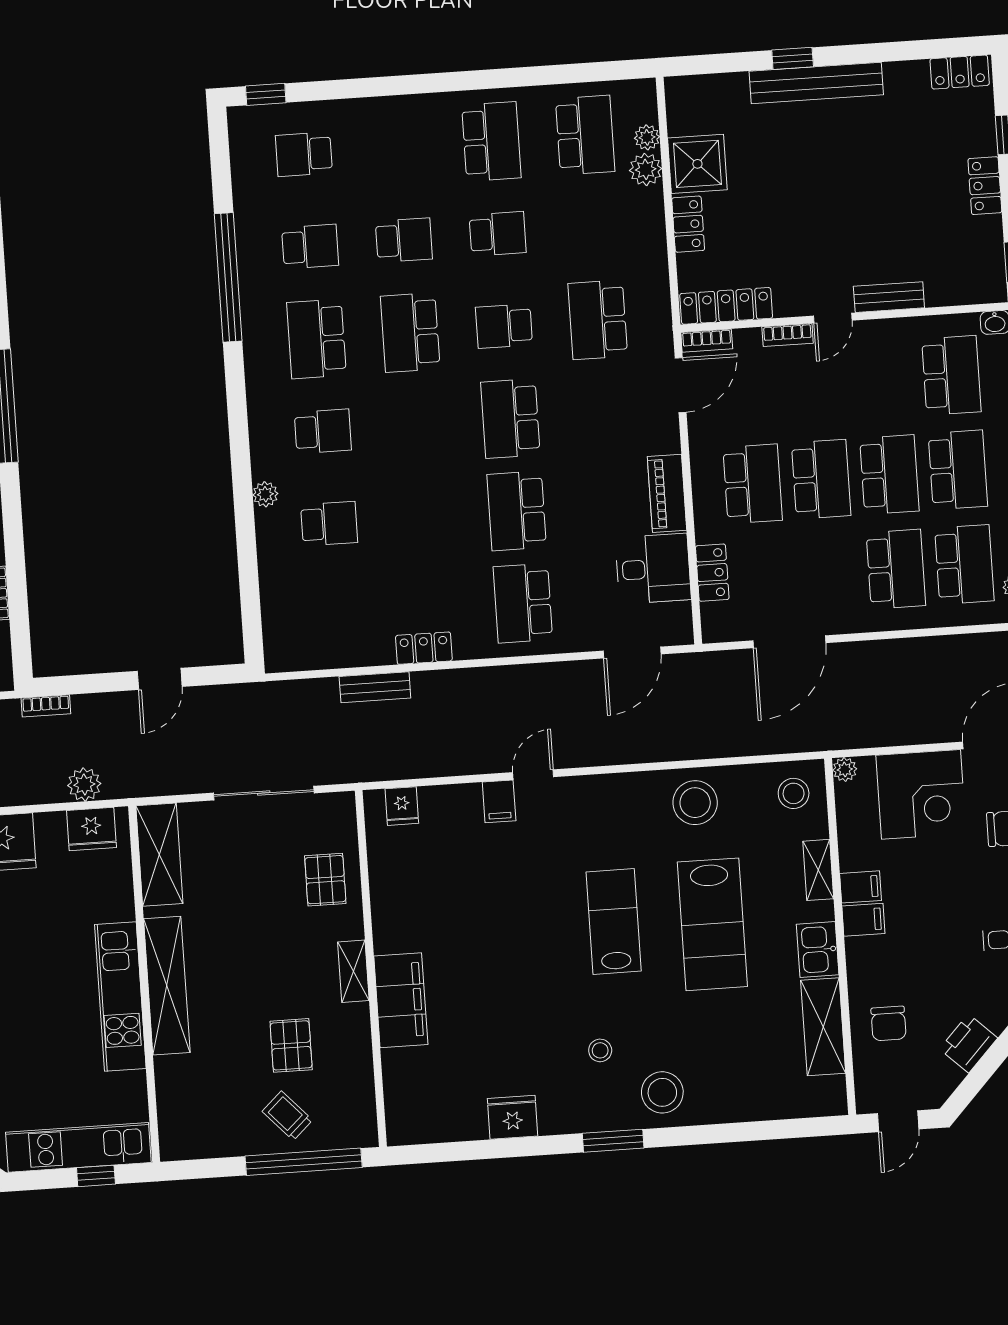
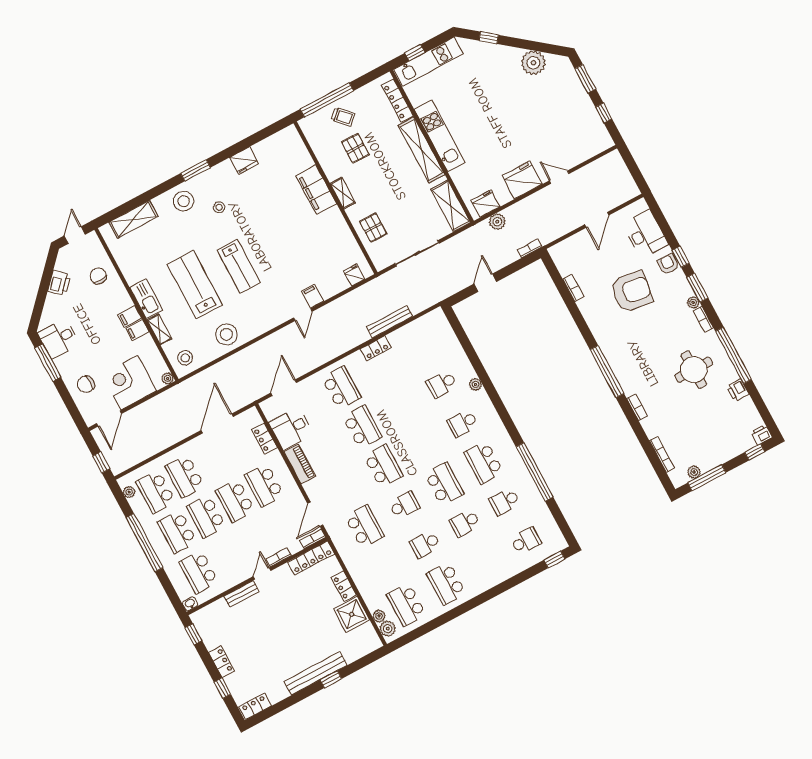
plant: (646, 169) -> (388, 629), moved
school desk: (316, 339) -> (484, 462), turned 180
bench: (375, 687) -> (389, 322), width x1.36
kitchen sink: (818, 950) -> (146, 299), width x1.38
shelving: (823, 1027) -> (133, 219), moved, turned 90
locker: (170, 1100) -> (397, 100), added

